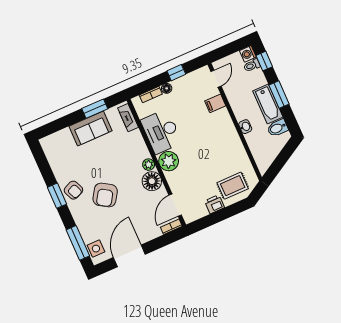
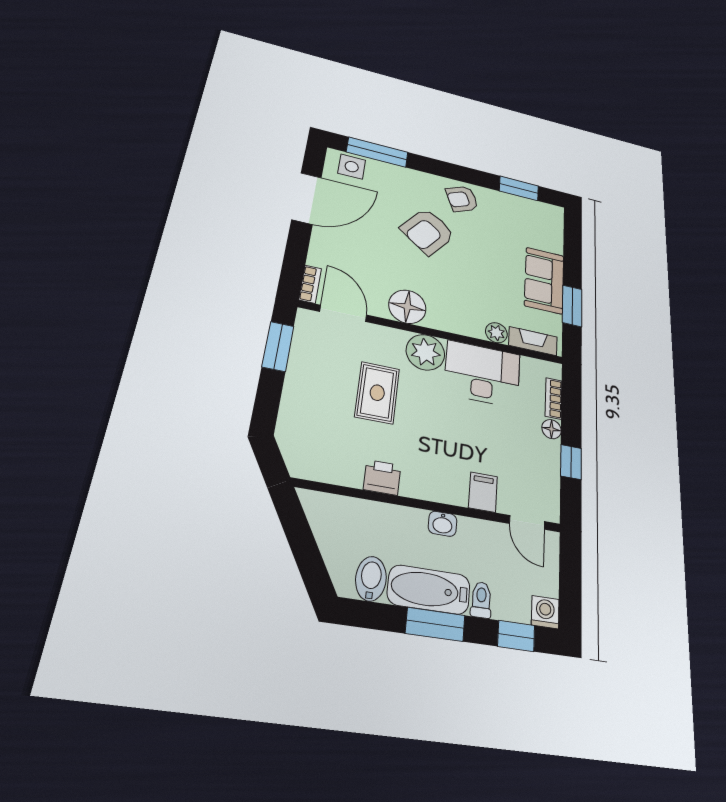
toilet: (252, 65) -> (481, 600), moved
washbasin: (245, 127) -> (443, 524), moved
plant: (149, 165) -> (496, 333), moved
rug: (233, 186) -> (377, 393), moved
armchair: (105, 195) -> (428, 231), turned -85
window: (57, 196) -> (519, 188), moved
printer: (215, 204) -> (382, 477), moved, turned -90
window: (209, 220) -> (278, 346), added
door: (129, 256) -> (307, 198), hinge flipped

